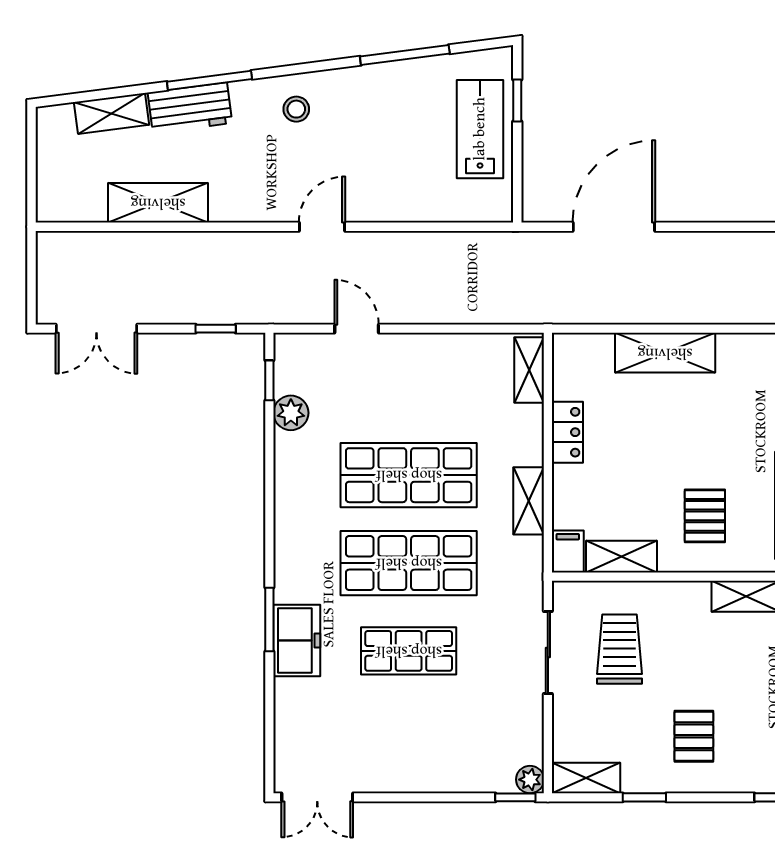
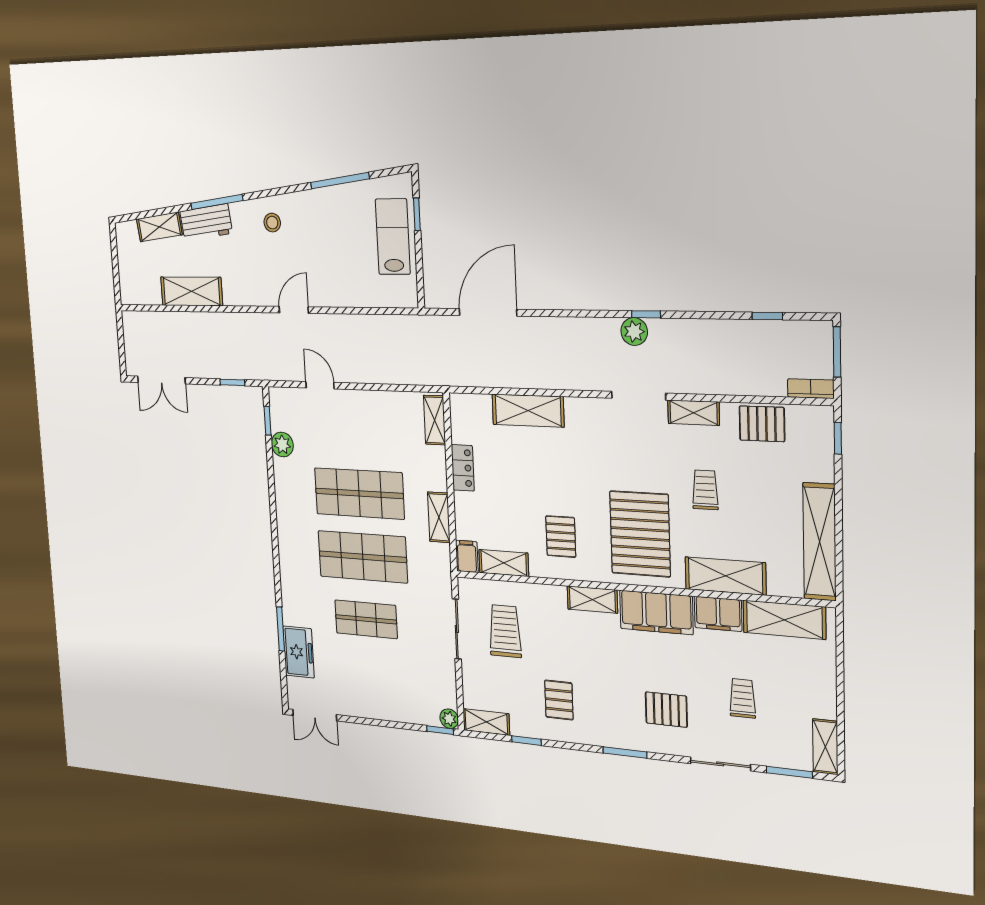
window: (269, 619) -> (280, 629), moved
freezer: (297, 640) -> (298, 652), moved

